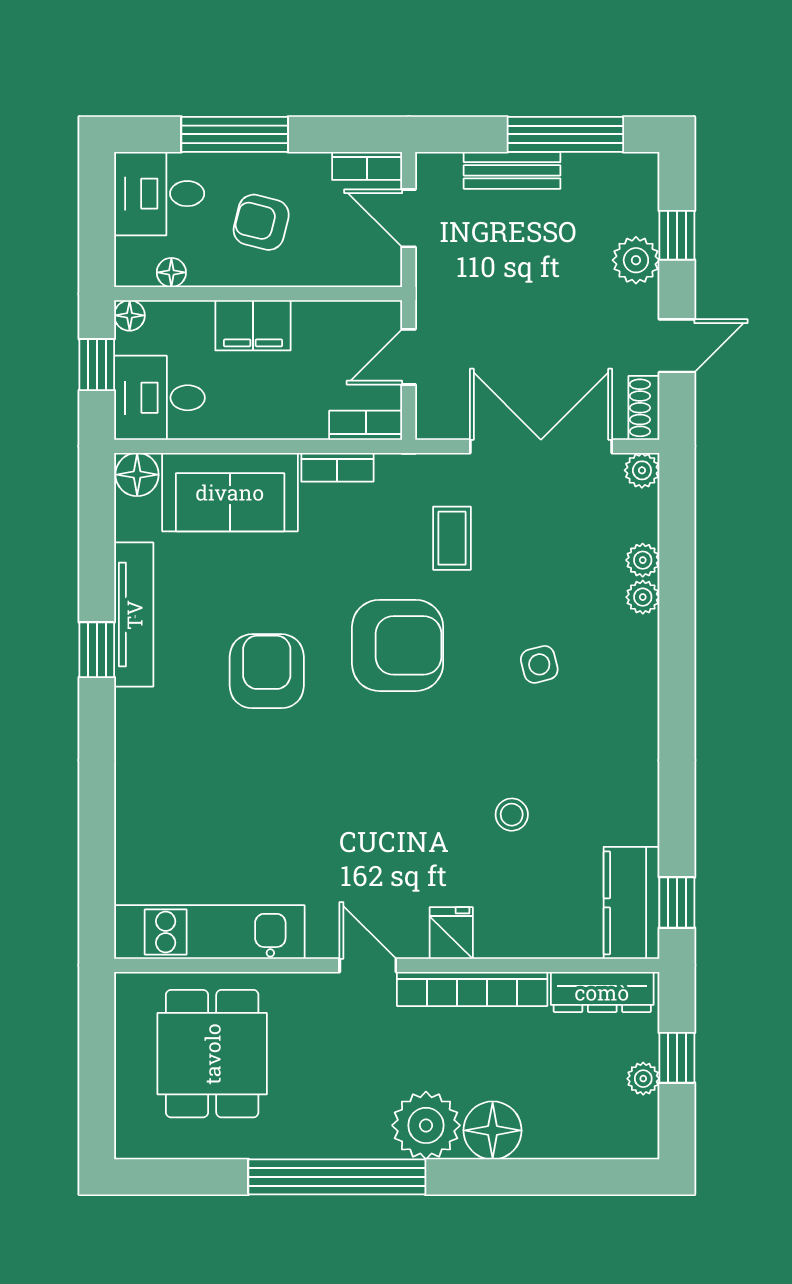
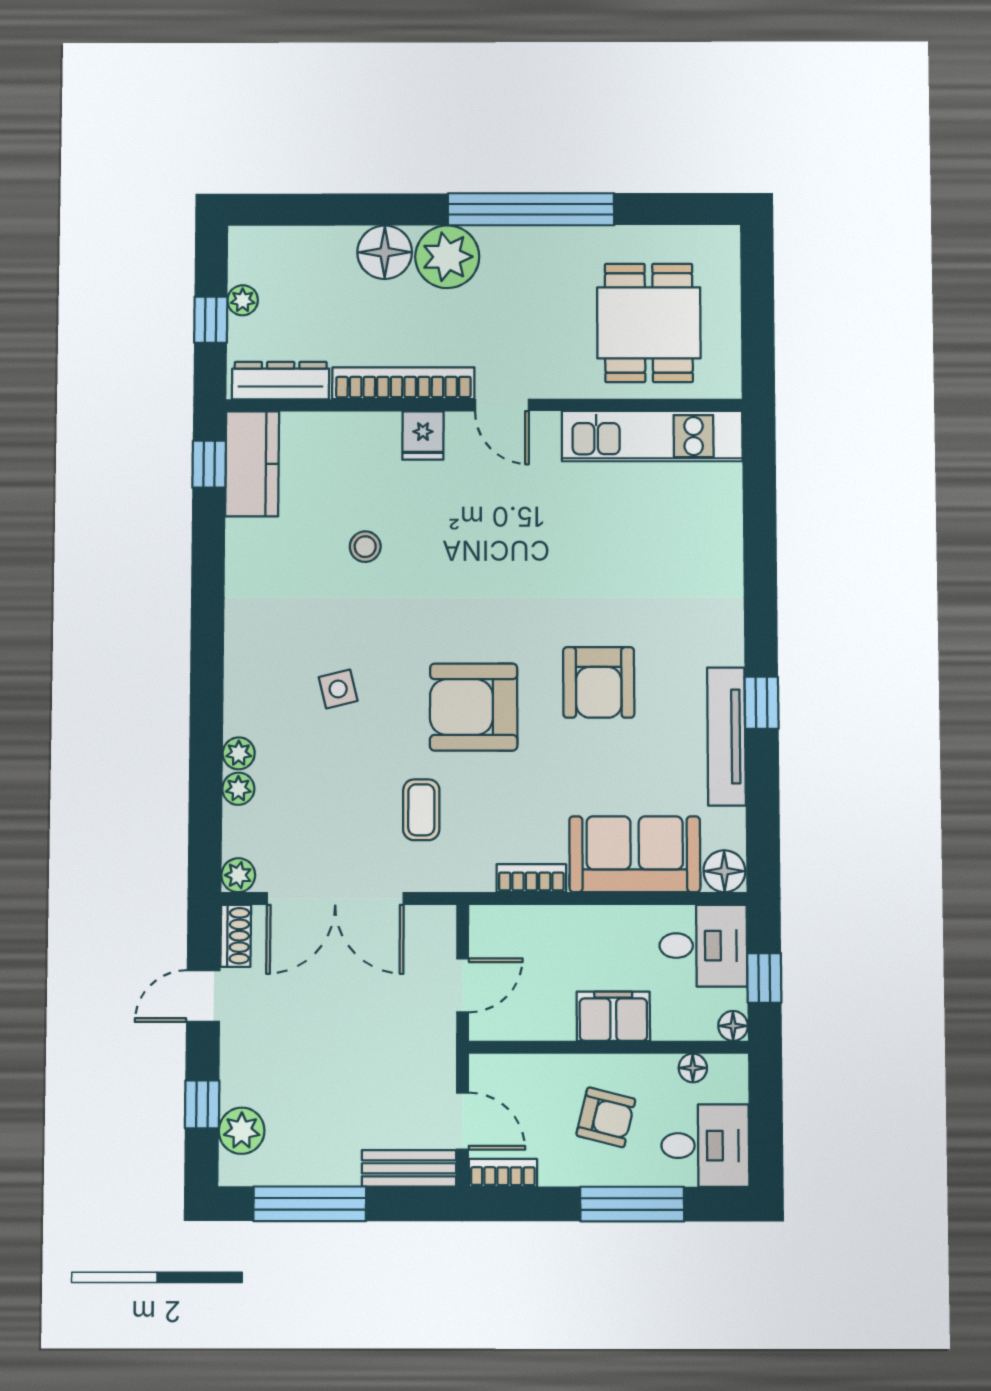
bench: (512, 170) -> (409, 1168), moved
plant: (636, 260) -> (242, 1131), moved
bookcase: (366, 425) -> (504, 919), removed

